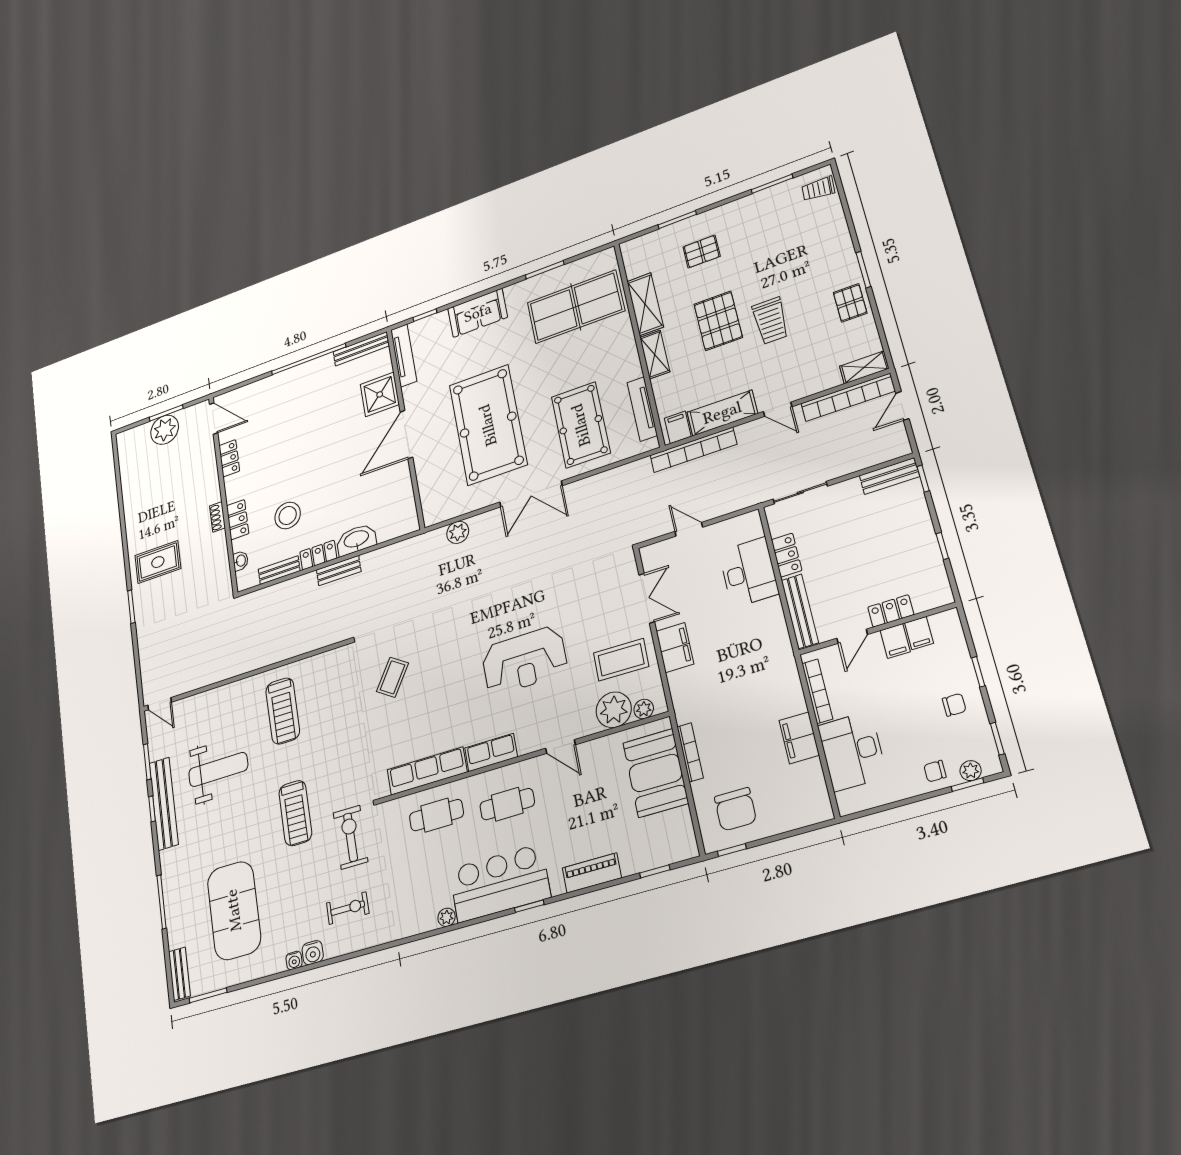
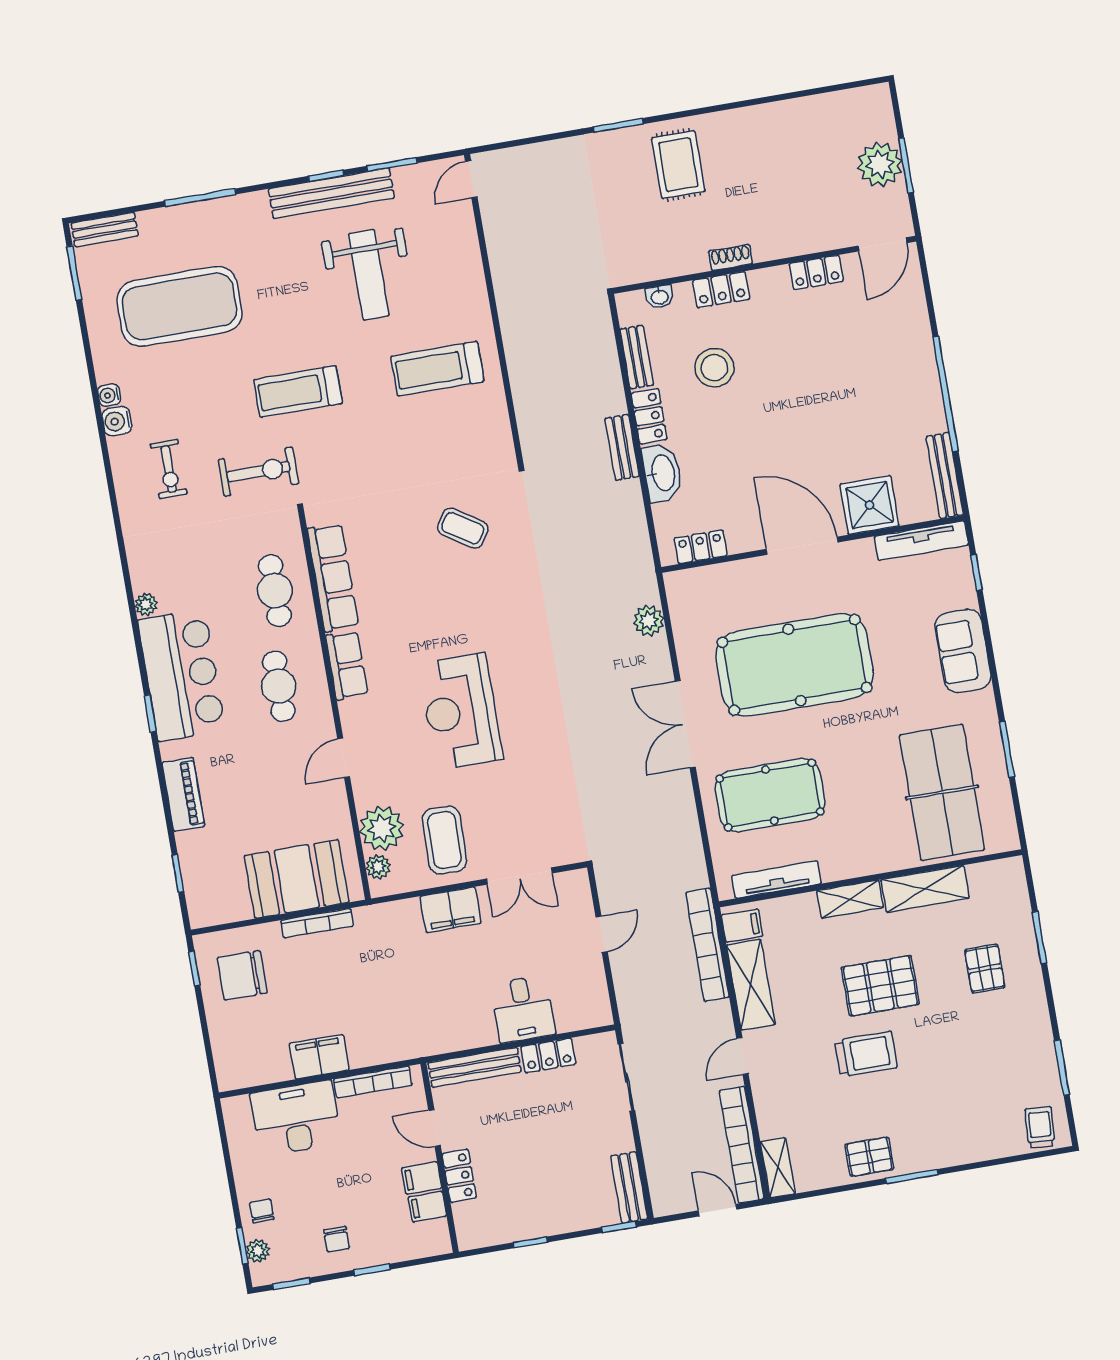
trolley: (771, 321) -> (866, 1054), turned 180
locker: (407, 504) -> (701, 547), added
desk: (749, 572) -> (523, 1009), width x0.73

